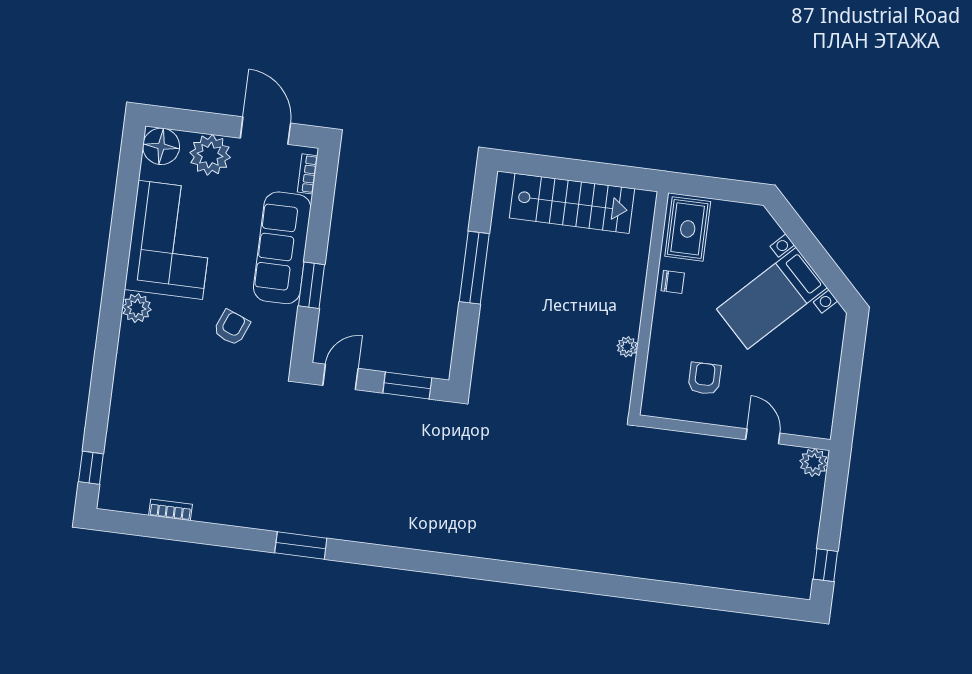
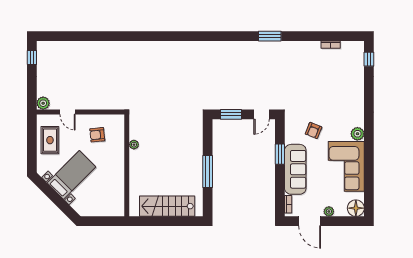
plant: (210, 155) -> (329, 211), width x0.53, depth x0.53
rug: (688, 229) -> (50, 140), moved
chair: (673, 282) -> (117, 177), removed
armchair: (704, 378) -> (97, 135), turned 84

